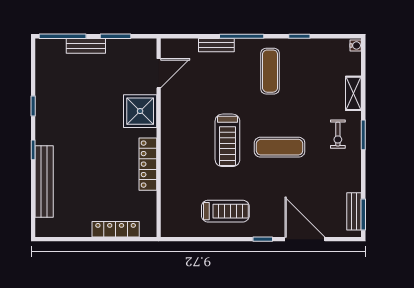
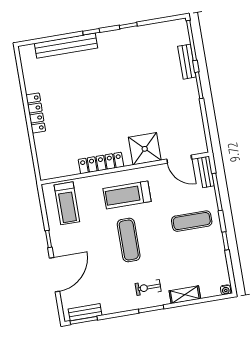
door: (159, 73) -> (179, 159), moved
shower: (140, 111) -> (145, 149), moved
wall: (159, 138) -> (125, 168), moved
locker: (148, 164) -> (101, 163), moved

